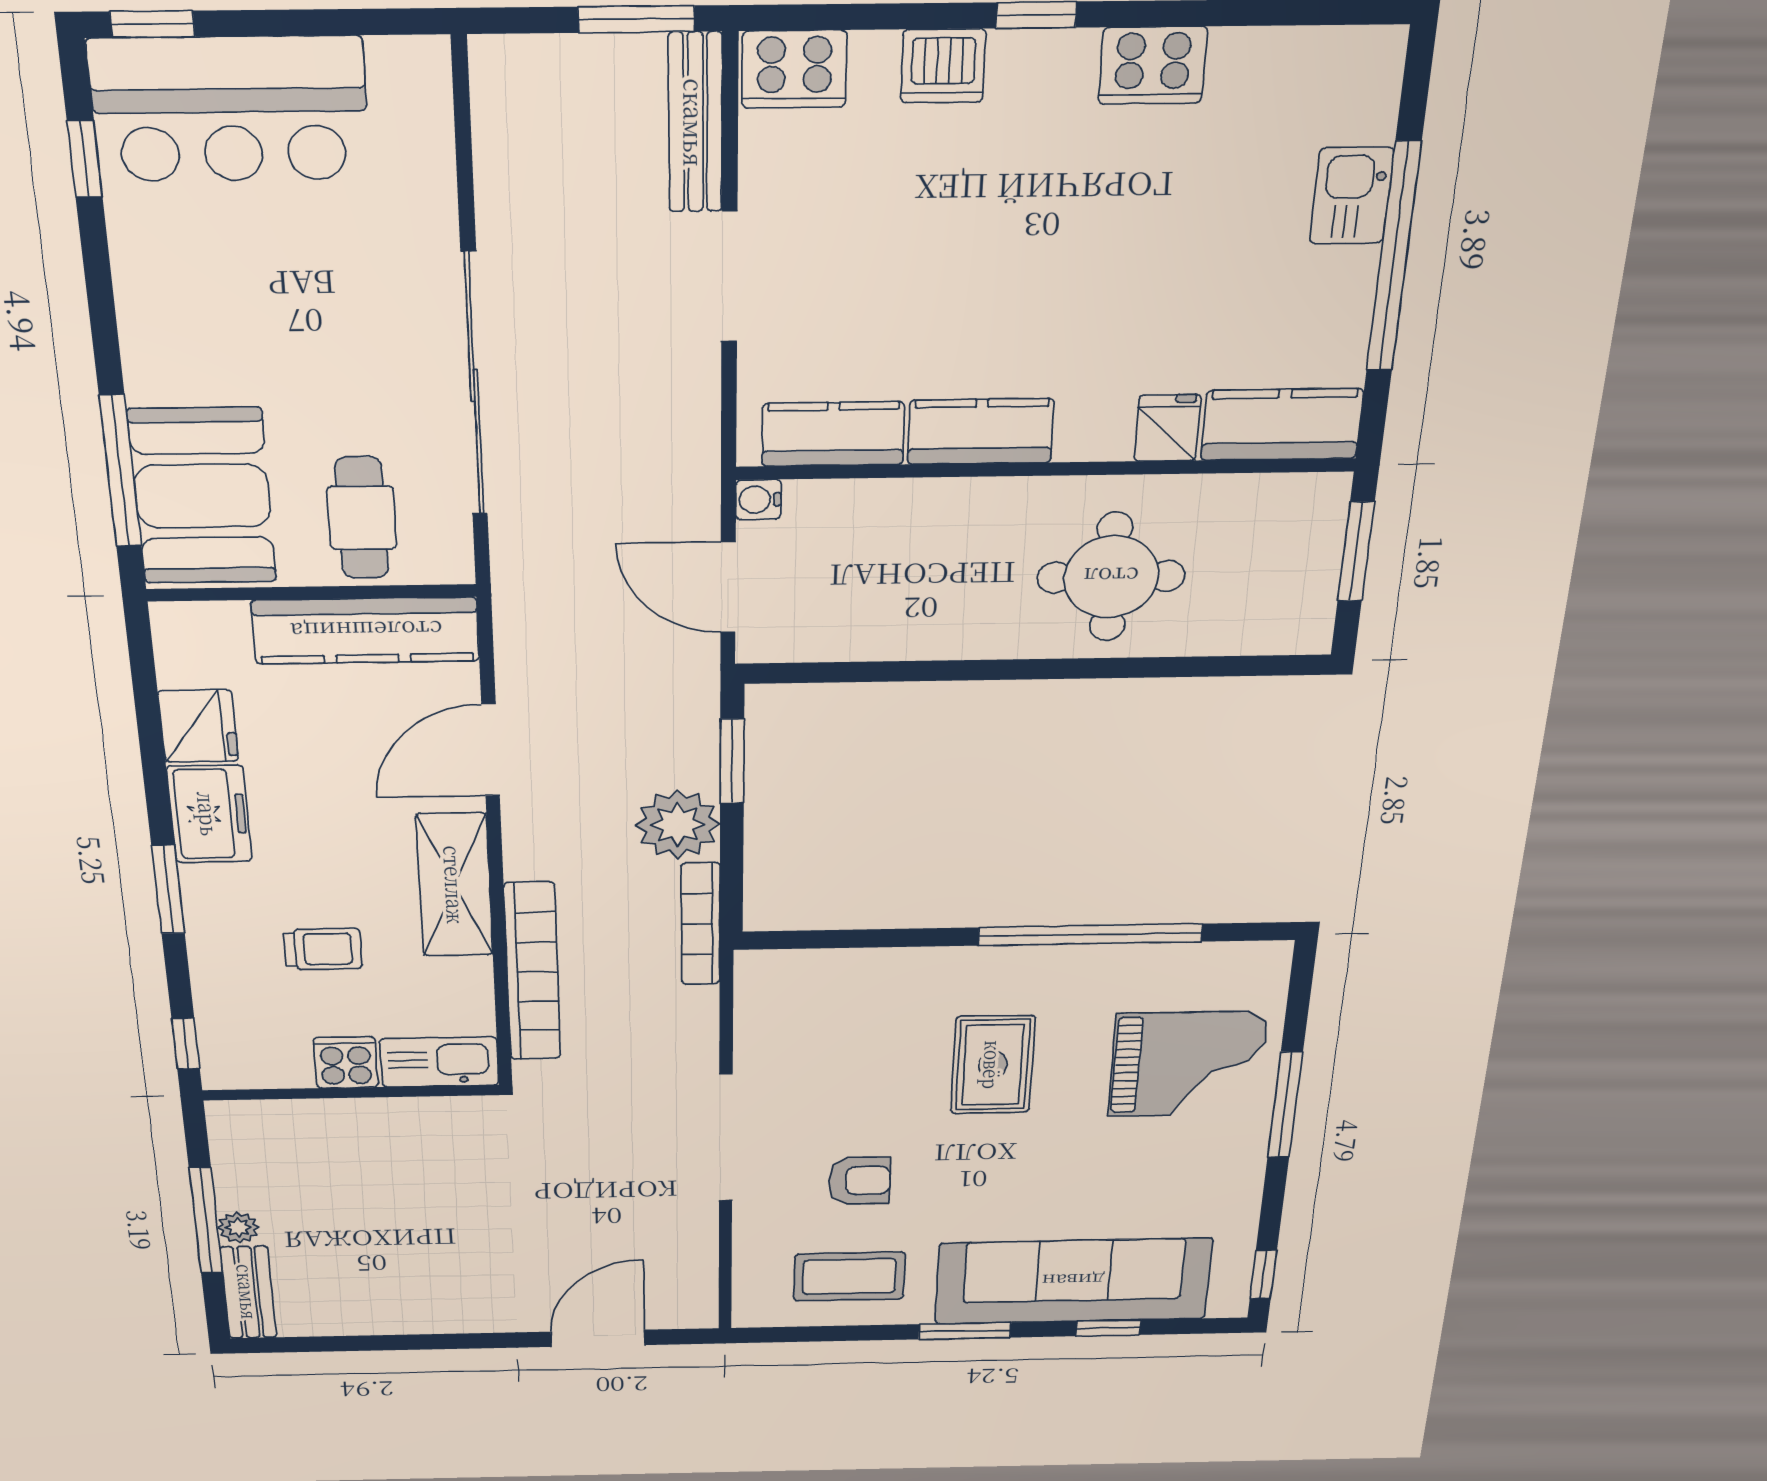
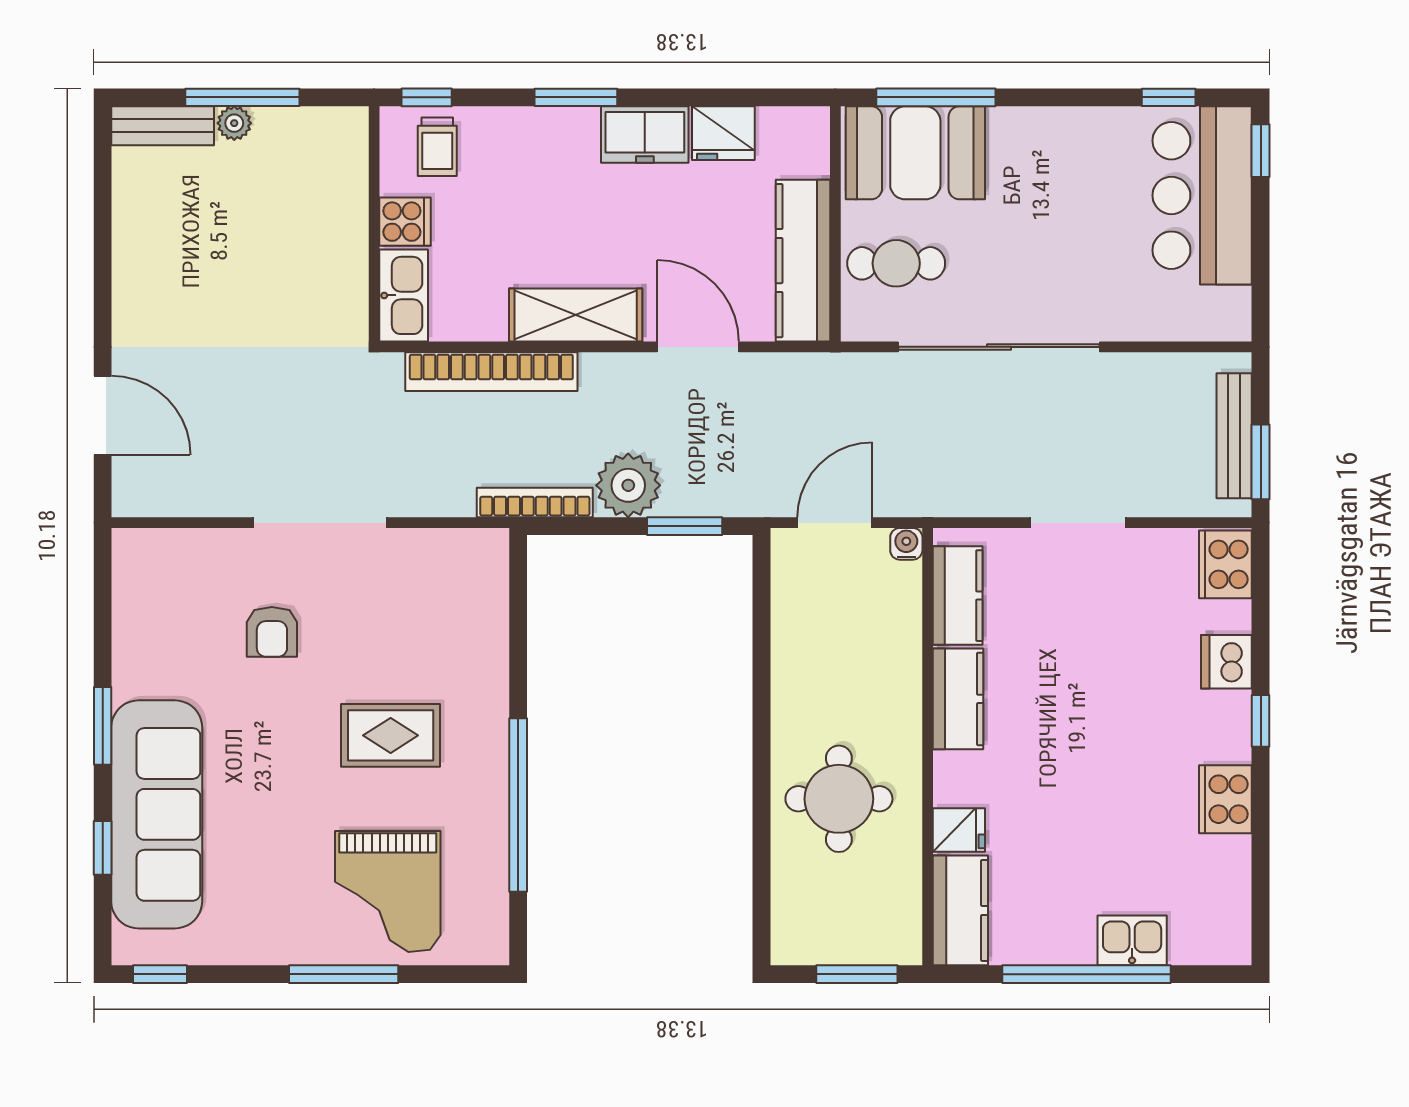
bench: (695, 123) -> (1234, 436), moved, turned 90
trolley: (323, 949) -> (437, 147), moved
coffee table: (849, 1277) -> (167, 626), removed

